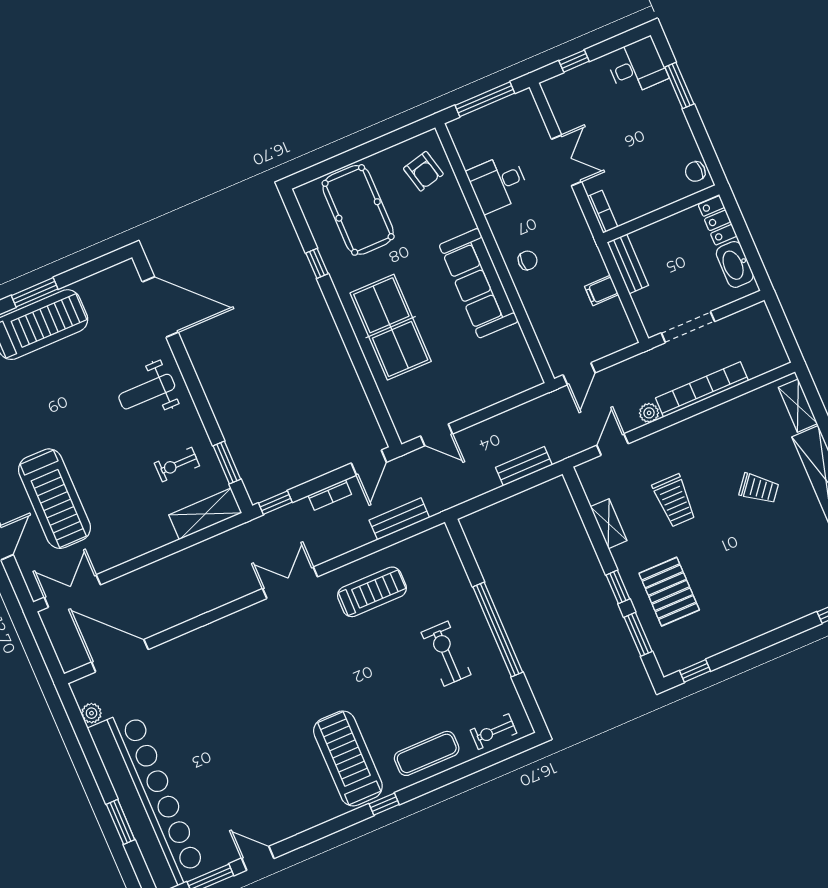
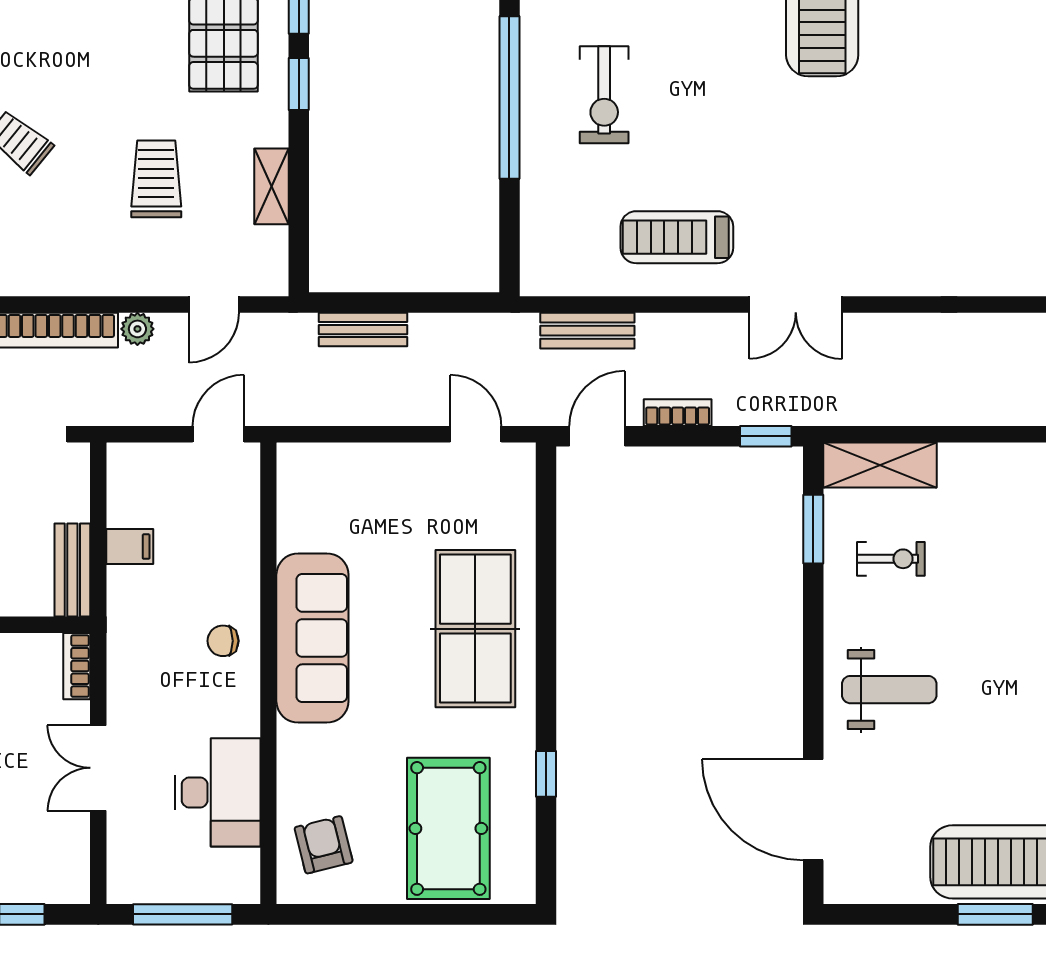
desk: (498, 183) -> (218, 792), width x1.37

